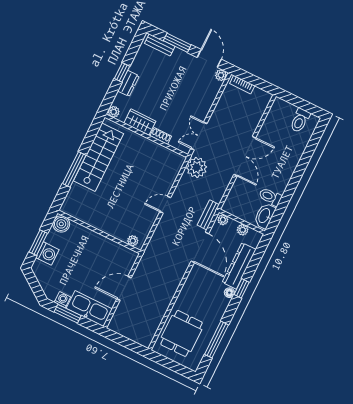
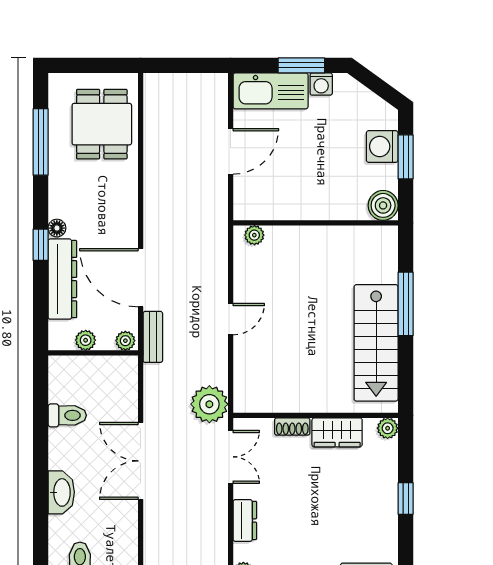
dresser: (128, 83) -> (245, 520), moved, turned 180
washbasin: (265, 216) -> (61, 492), moved

